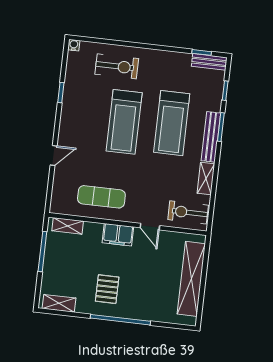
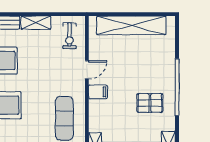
exercise bike: (188, 212) -> (69, 36), width x0.73, depth x0.72
filing cabinet: (118, 235) -> (98, 92), width x0.50

